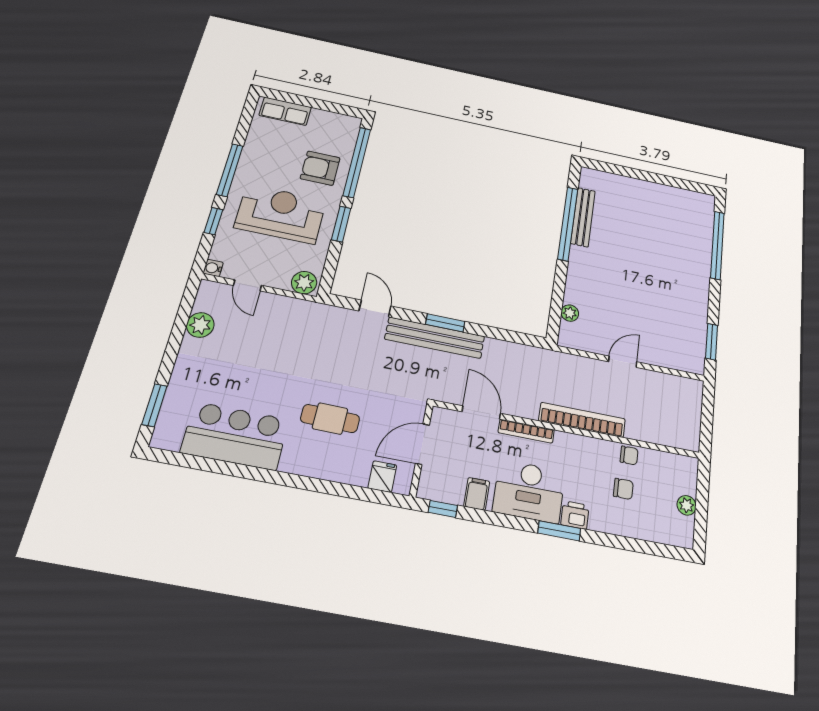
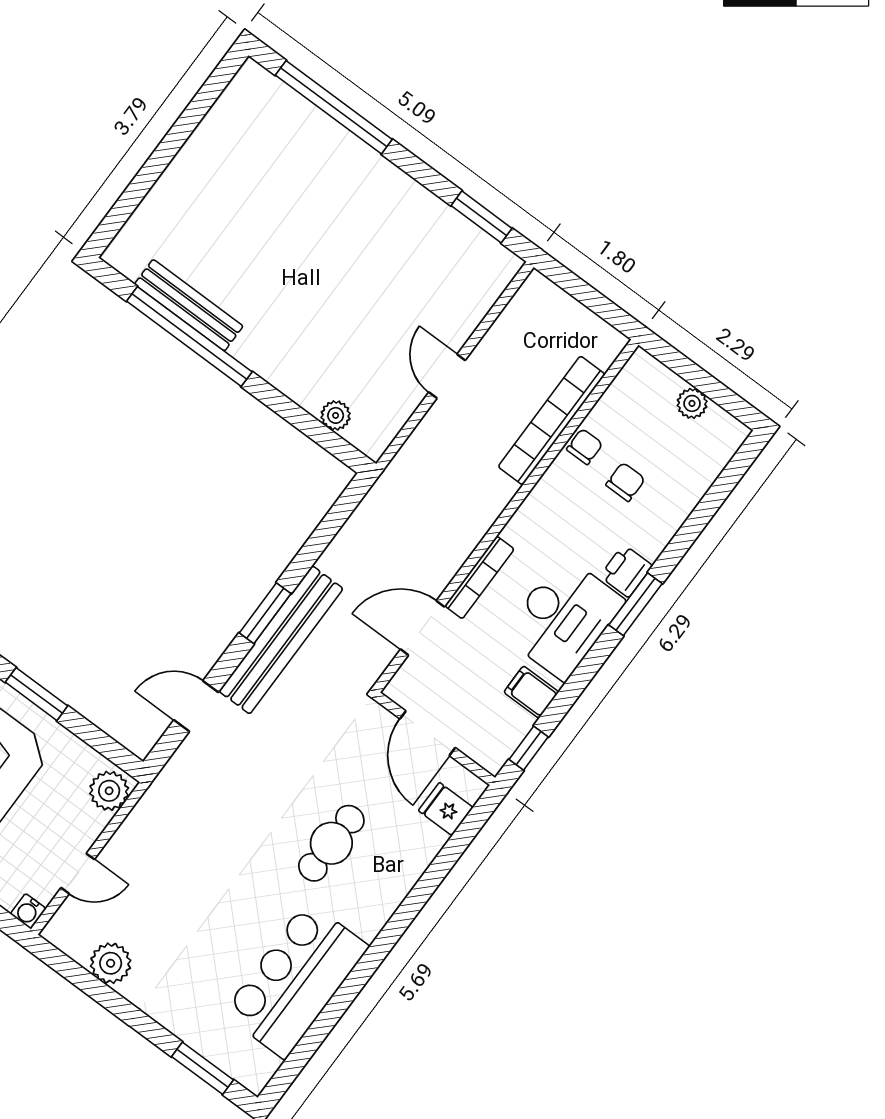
bookcase: (582, 420) -> (552, 420), moved

